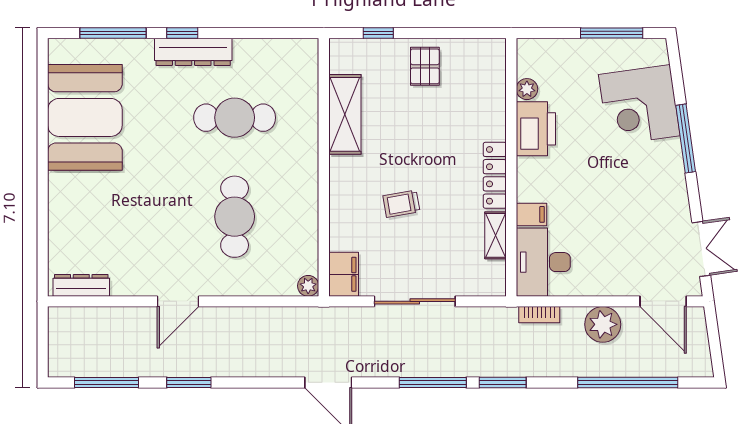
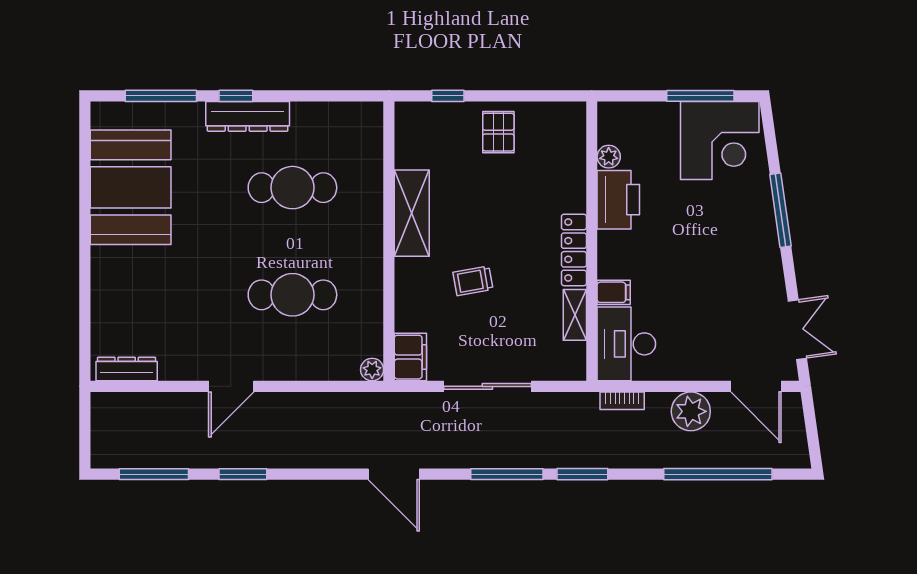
corner desk: (639, 105) -> (720, 141), moved, turned -82
shelving: (345, 114) -> (412, 213), moved
cafe table: (235, 217) -> (292, 295), turned 90

